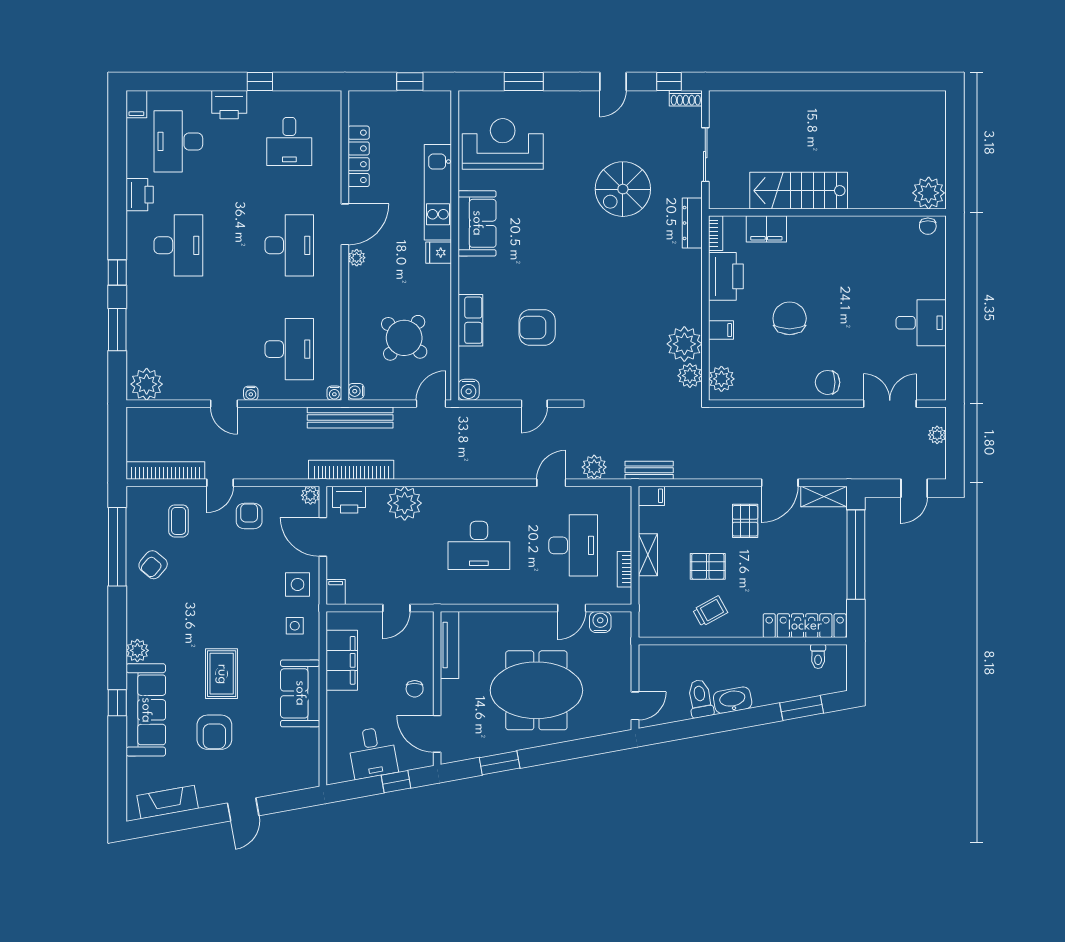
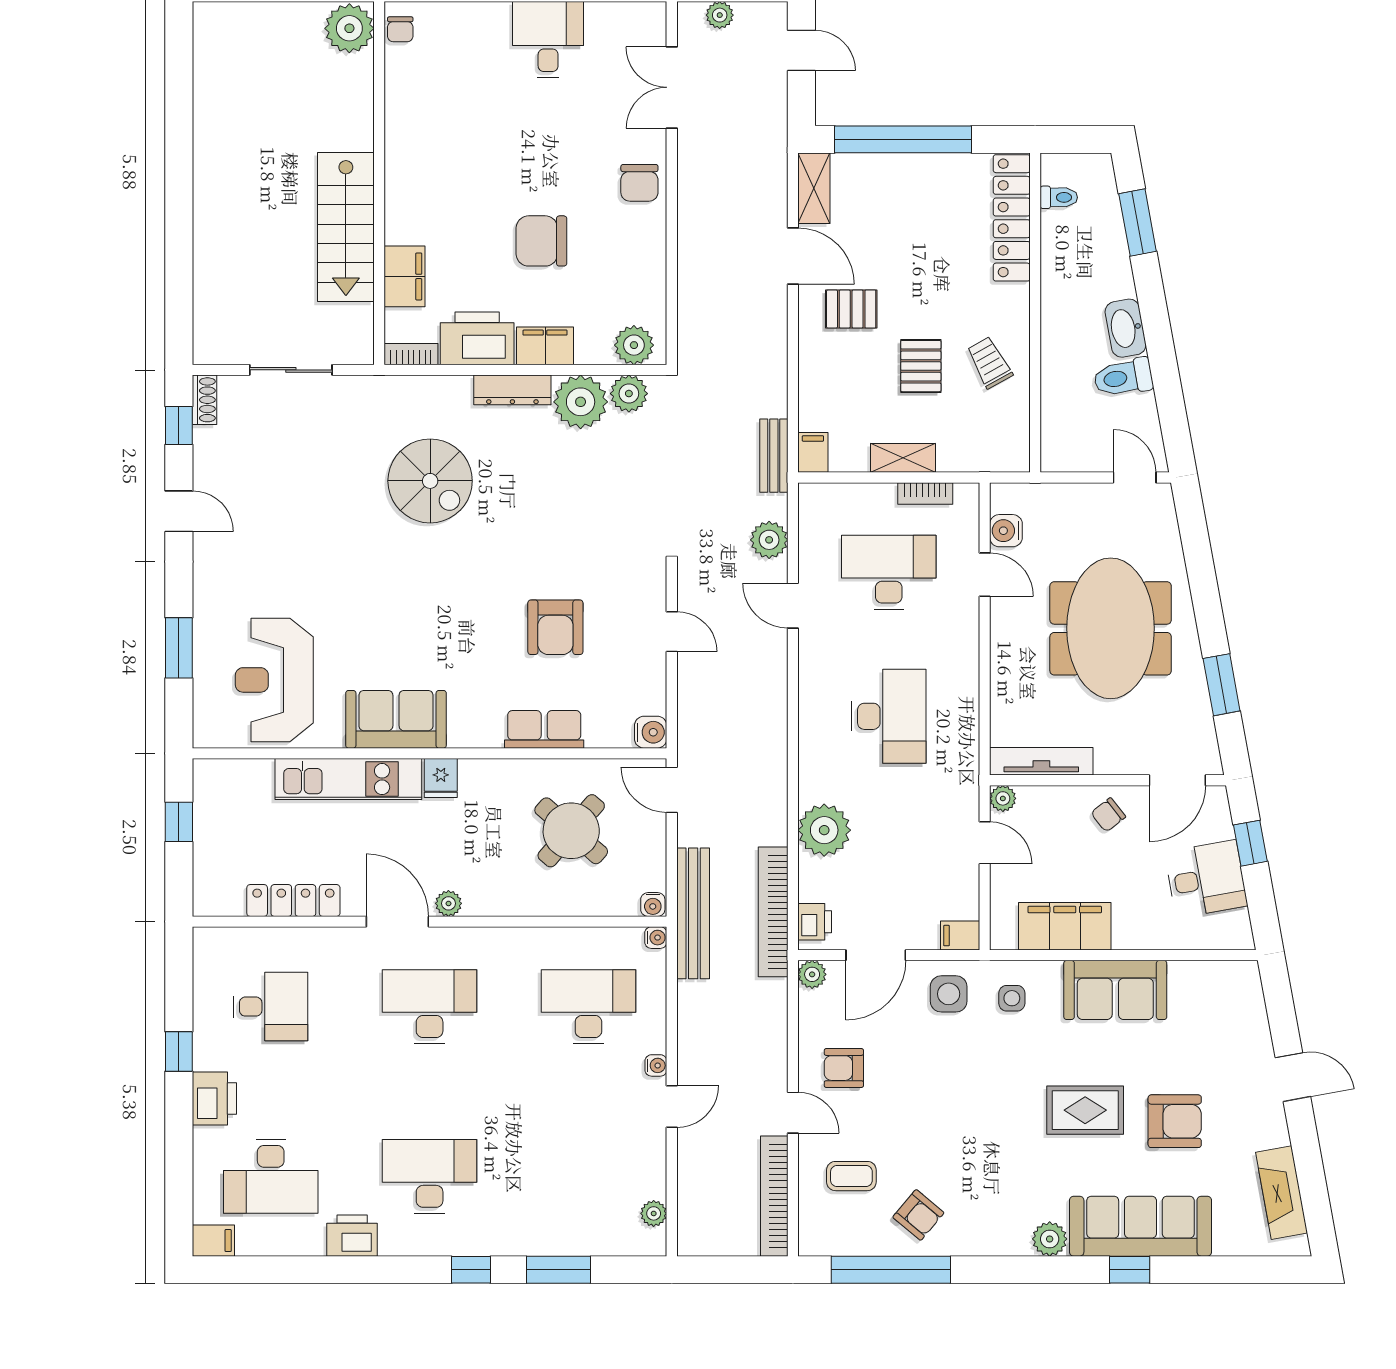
spiral stairs: (623, 189) -> (430, 481), moved
dresser: (692, 223) -> (512, 390), moved
chair: (928, 226) -> (400, 29), turned 90
filing cabinet: (721, 330) -> (545, 346), width x2.00
plant: (147, 384) -> (654, 1213), width x0.53, depth x0.53
printer: (349, 500) -> (815, 922), width x0.73, depth x0.81
plant: (425, 620) -> (1003, 798), added
chair: (415, 689) -> (1108, 815), turned 142

